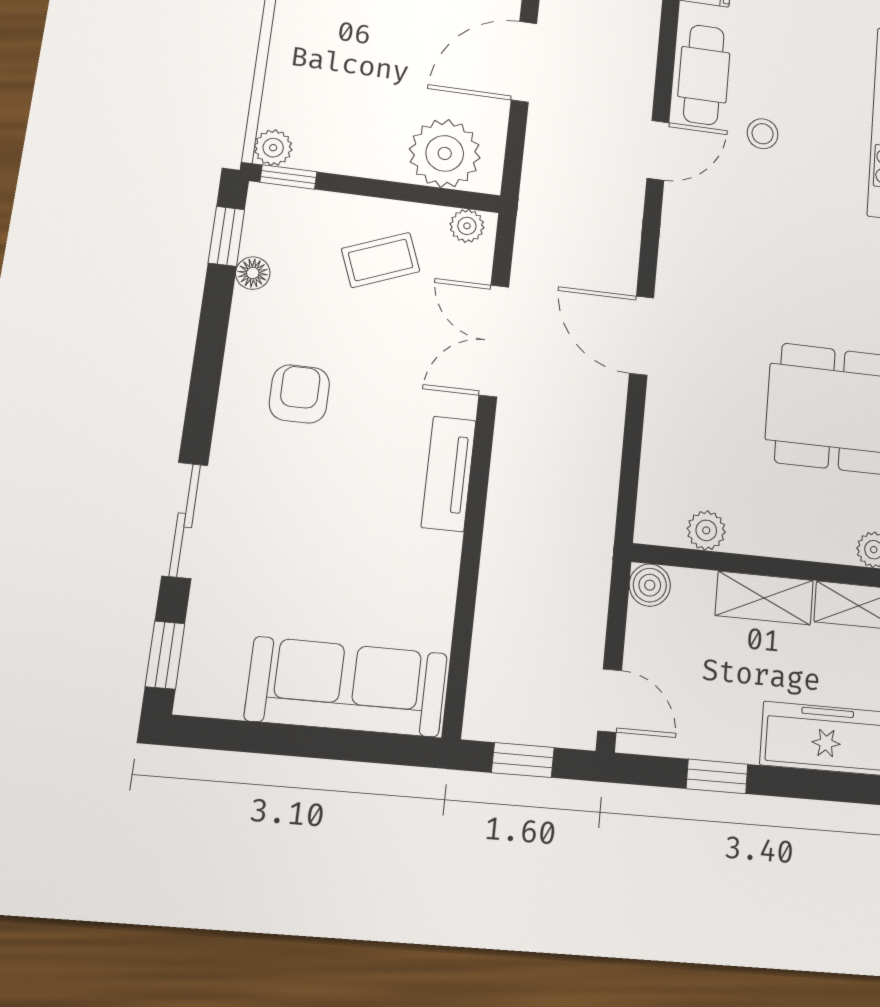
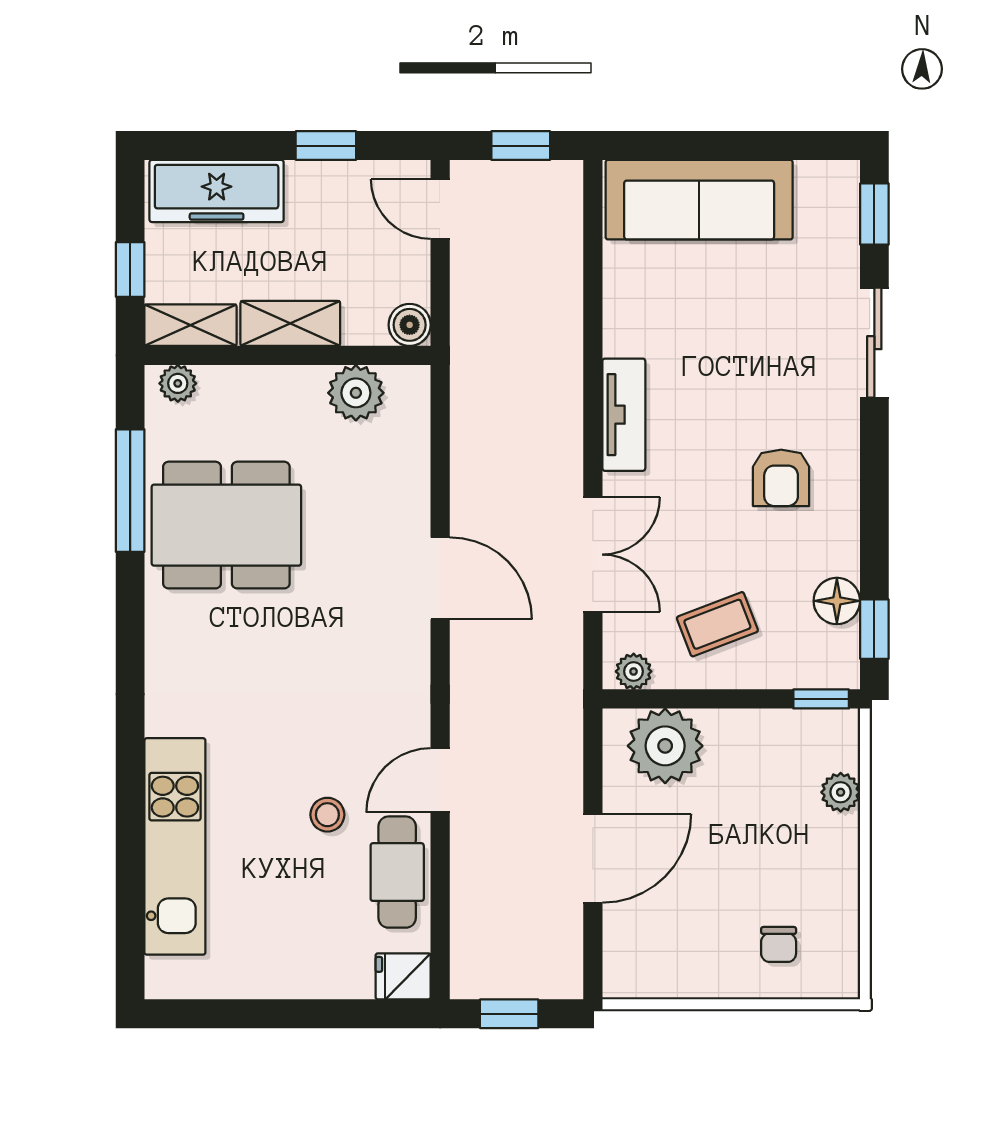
plant: (273, 148) -> (841, 792), moved
floor lamp: (253, 273) -> (837, 601), width x1.37, depth x1.37
plant: (706, 530) -> (356, 393), width x1.38, depth x1.38

